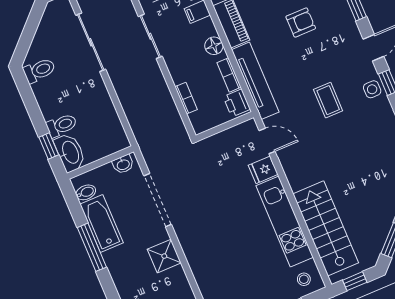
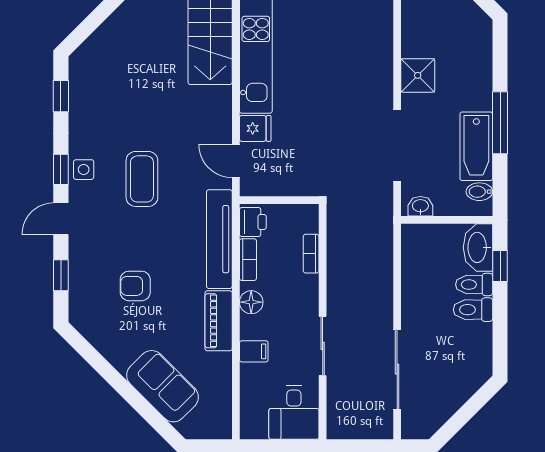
toilet: (39, 70) -> (473, 310), moved
coffee table: (328, 100) -> (142, 179), width x1.36, depth x1.30

